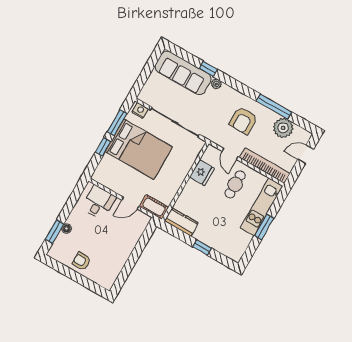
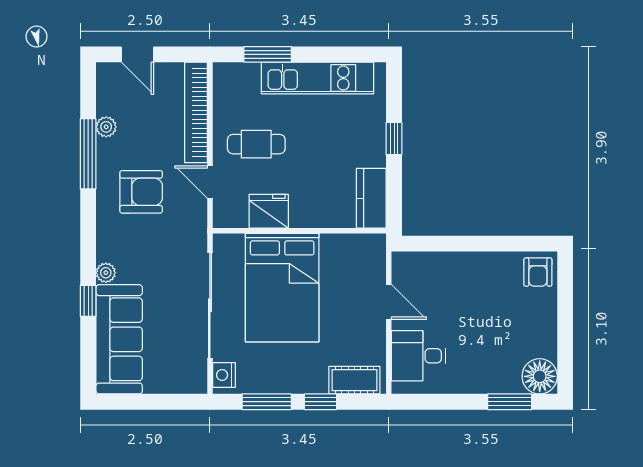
plant: (283, 128) -> (106, 127), width x0.53, depth x0.53
bed: (139, 149) -> (282, 288), moved, turned 180
door: (230, 154) -> (210, 182), swing flipped
cot: (154, 207) -> (354, 380), moved, turned 90
kitchen unit: (261, 207) -> (317, 78), moved
window: (264, 227) -> (268, 54), moved
floor lamp: (66, 229) -> (540, 376), moved, width x1.89, depth x1.89
armchair: (82, 261) -> (538, 272), moved

